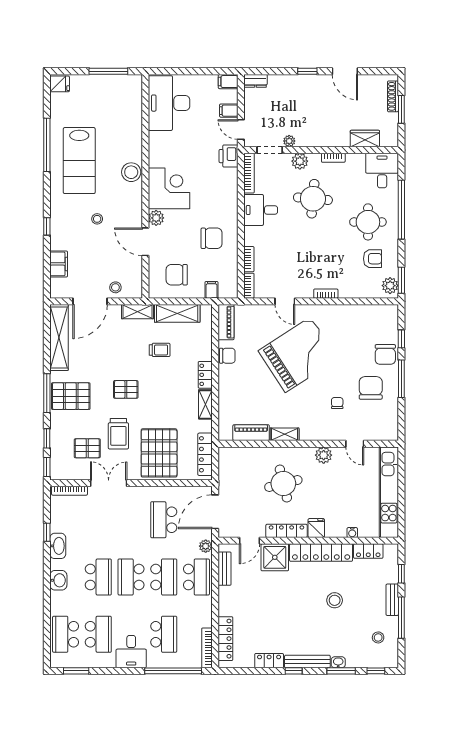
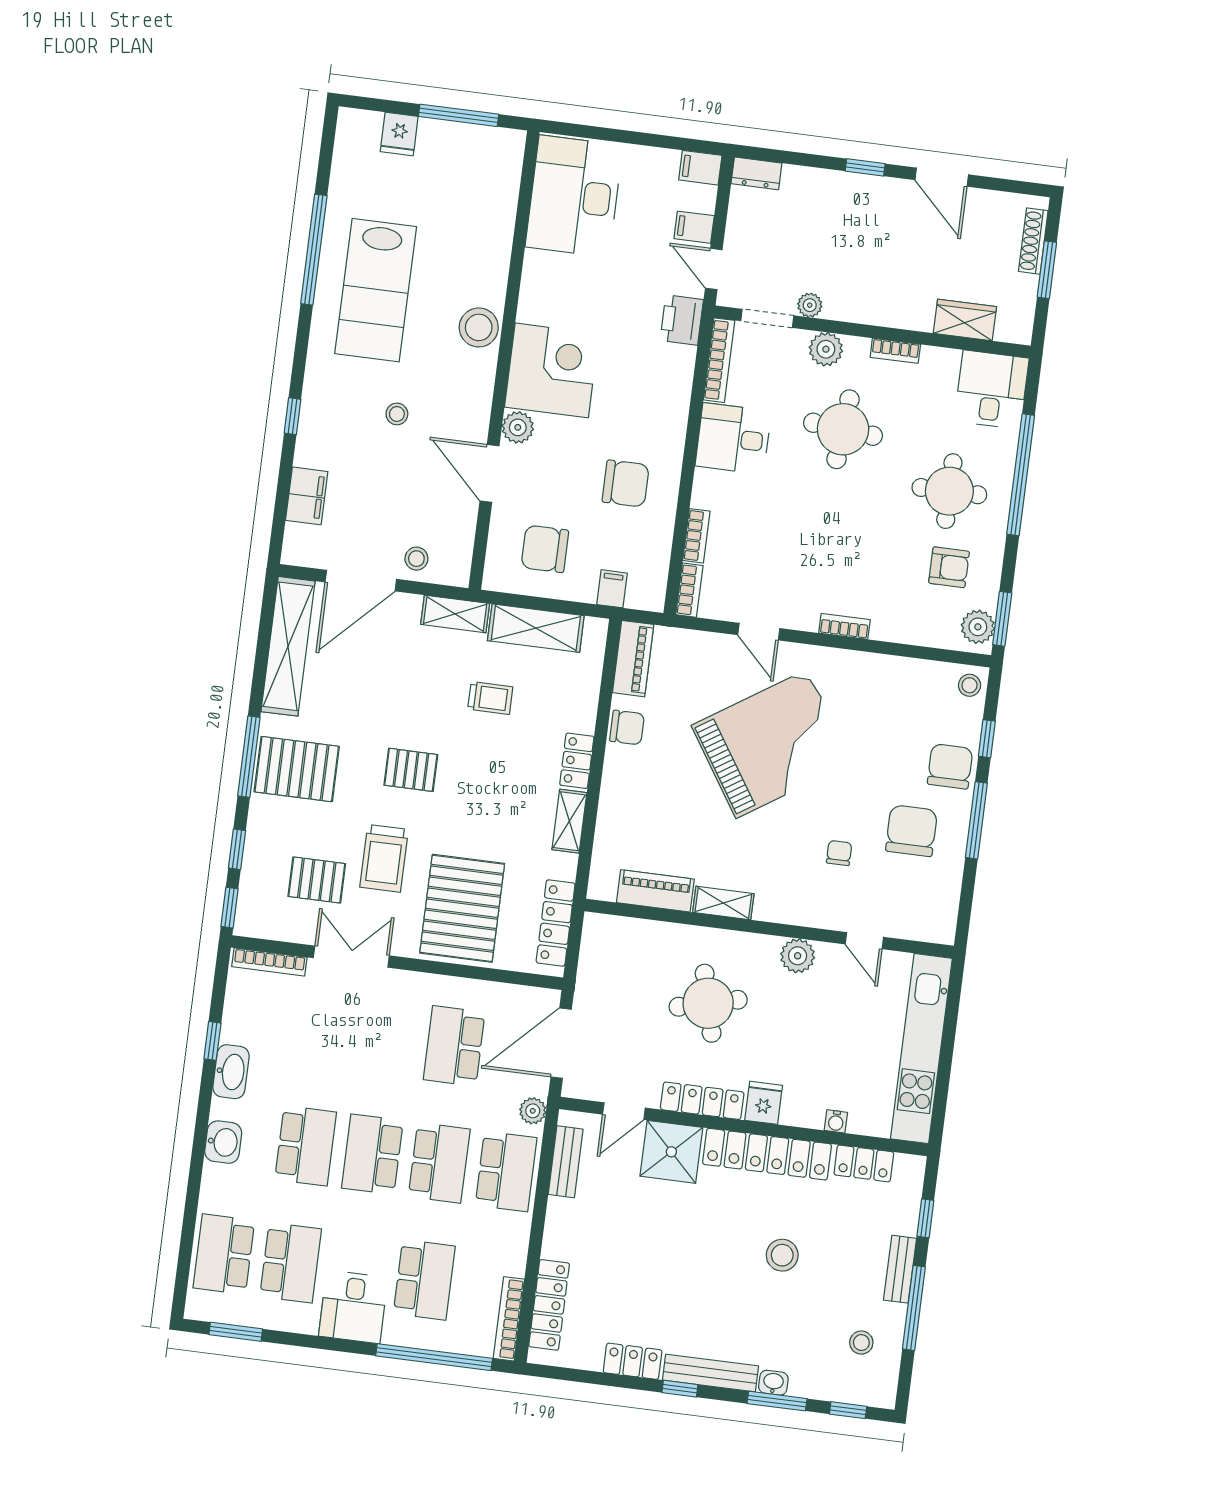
fridge: (60, 84) -> (399, 134), moved, turned 90
stool: (390, 314) -> (970, 685), added
chair: (385, 354) -> (950, 766), turned 180

